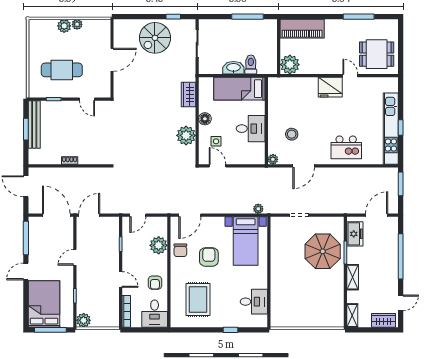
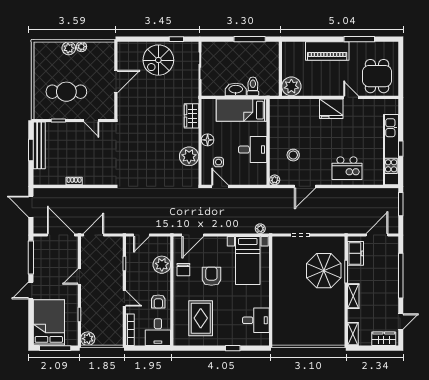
piano: (302, 29) -> (327, 51), moved
dining table: (377, 54) -> (377, 76), turned 90

